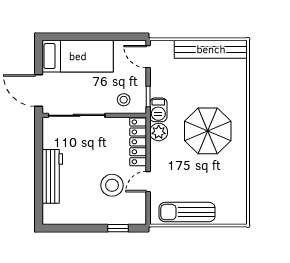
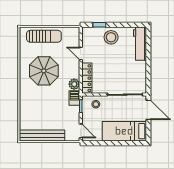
parasol: (208, 131) -> (44, 71), moved
workbench: (52, 176) -> (140, 44), moved
door: (148, 182) -> (81, 54), swing flipped
stool: (112, 185) -> (111, 37), moved
sun lounger: (187, 212) -> (44, 36), moved

